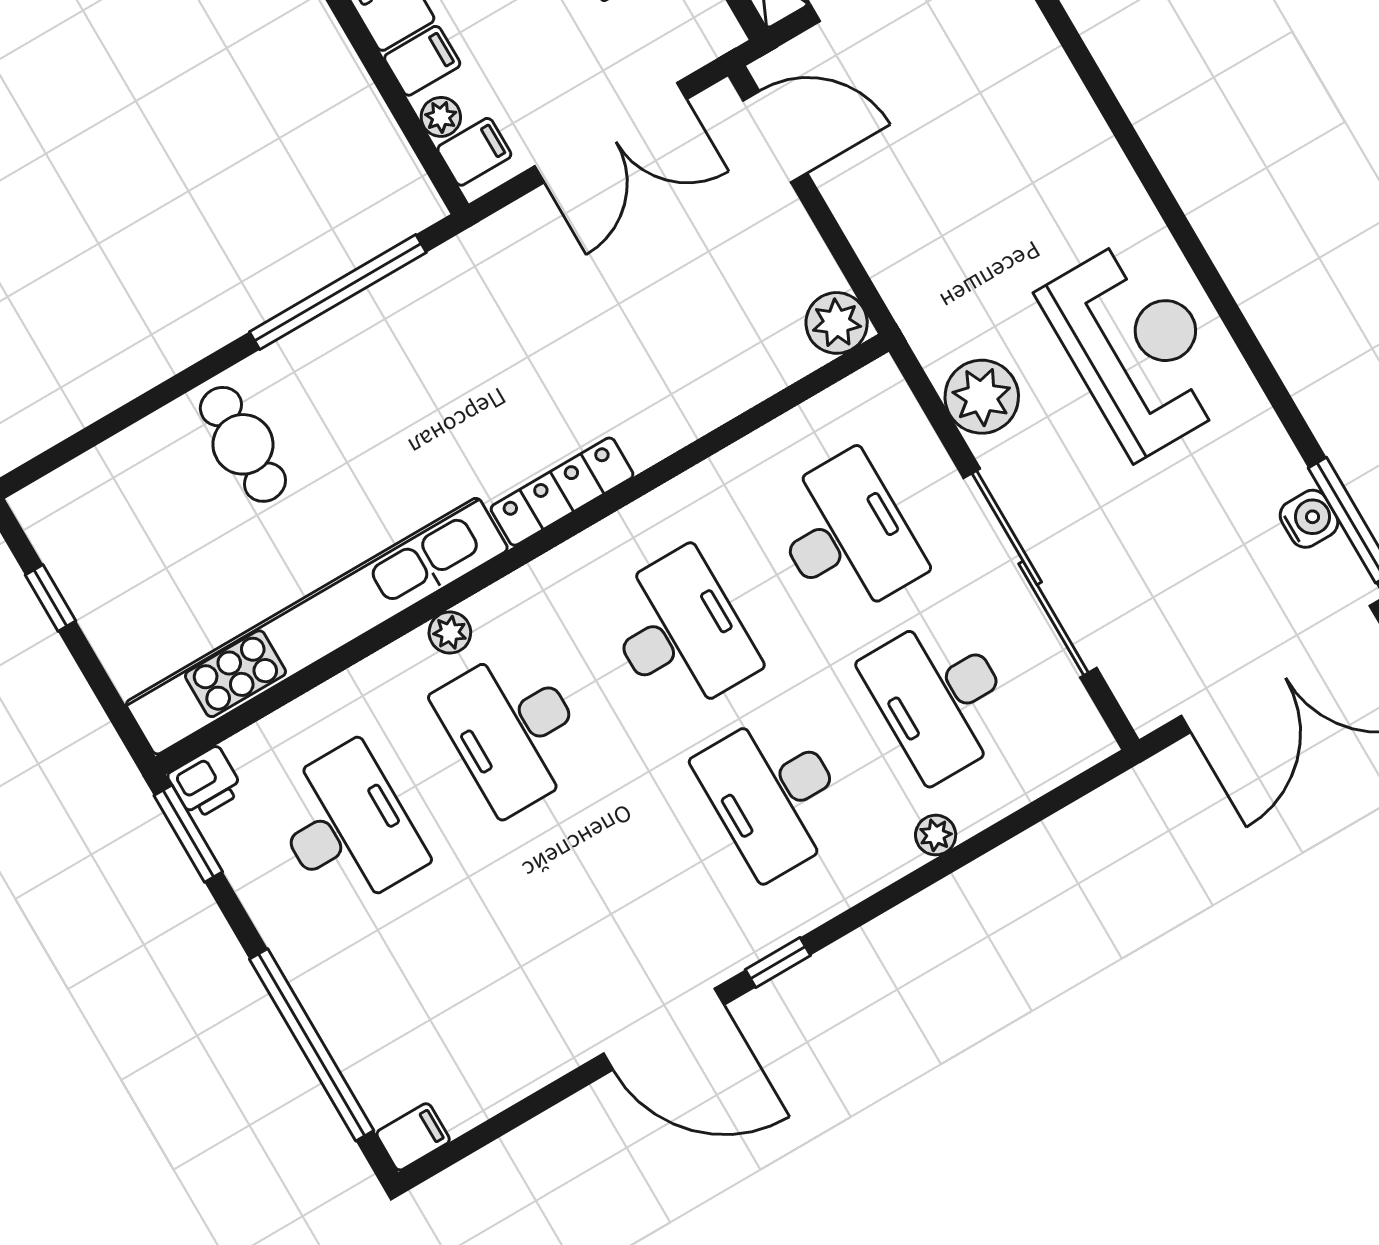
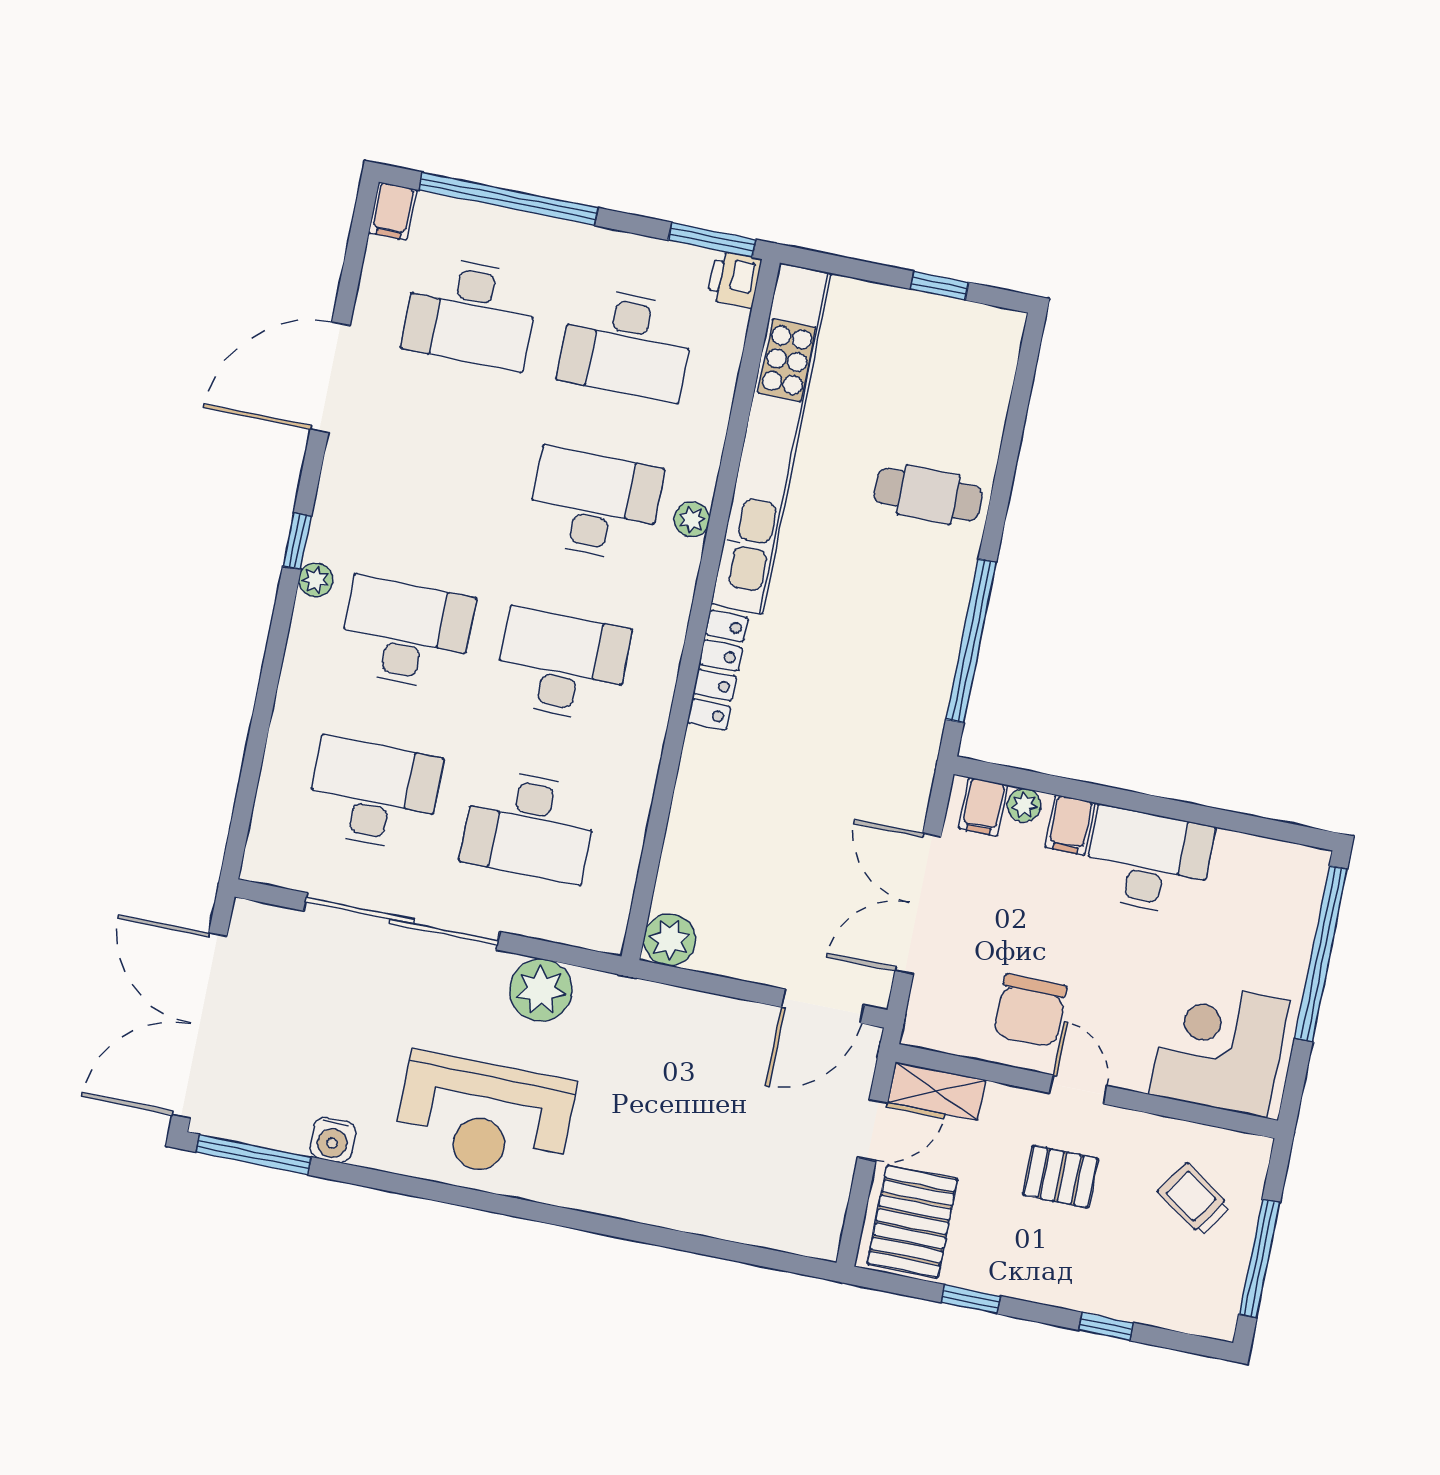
water cooler: (1309, 519) -> (333, 1140), moved
desk: (680, 633) -> (562, 665), turned 180
plant: (936, 835) -> (316, 580), moved
desk: (441, 989) -> (471, 313), added
door: (664, 1029) -> (330, 377), moved

